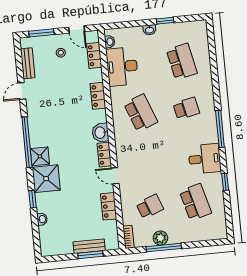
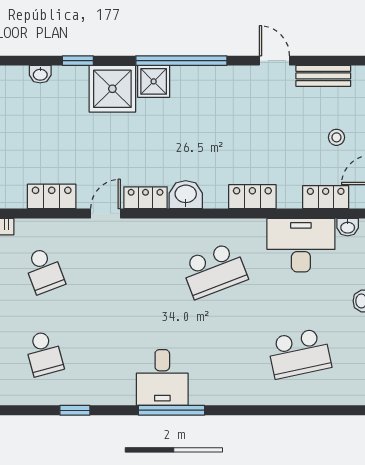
school desk: (186, 108) -> (214, 353), removed
desk: (205, 159) -> (162, 377), moved
school desk: (195, 202) -> (44, 353), width x0.54

